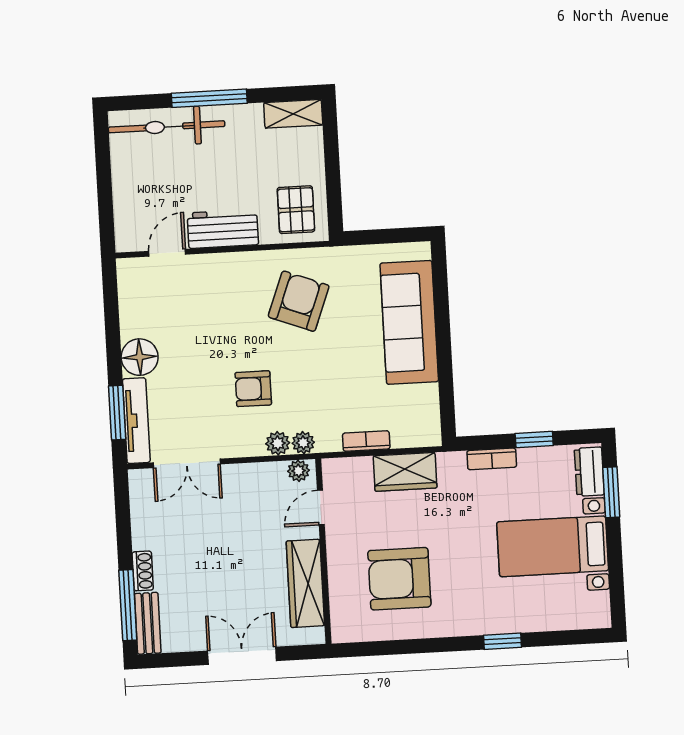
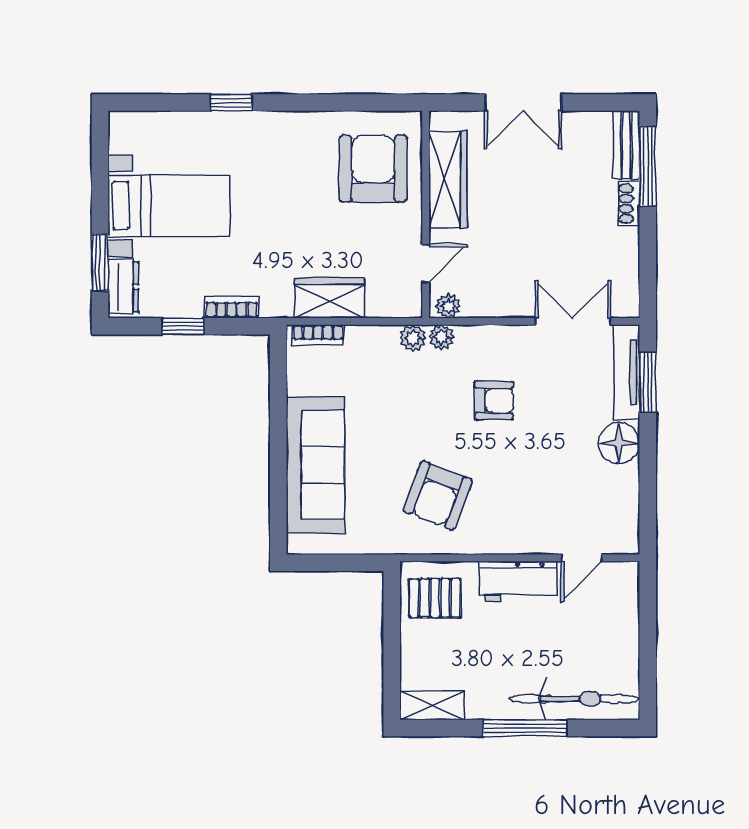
pallet: (296, 210) -> (435, 598), turned 90
bookcase: (366, 441) -> (318, 335), moved
plant: (278, 443) -> (413, 338), moved
armchair: (399, 579) -> (373, 169), moved, turned -90

